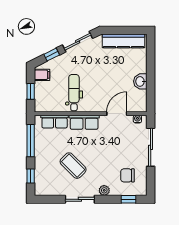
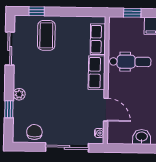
window: (31, 141) -> (77, 12), removed
coffee table: (73, 166) -> (46, 35), moved, turned -45
chair: (127, 175) -> (34, 132), moved
sliding door: (80, 199) -> (10, 49), moved
window: (128, 199) -> (9, 109), moved

